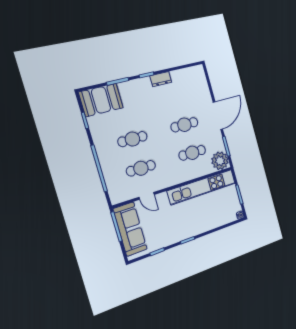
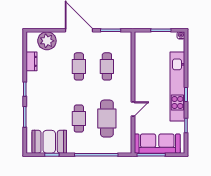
dresser: (161, 79) -> (32, 61), moved
booth: (101, 100) -> (49, 142), moved, turned 90
plant: (220, 161) -> (47, 41), moved
cafe table: (141, 168) -> (107, 119), width x1.37, depth x1.35
kitchen unit: (202, 187) -> (177, 87), moved, turned 180
door: (147, 196) -> (133, 109), moved

